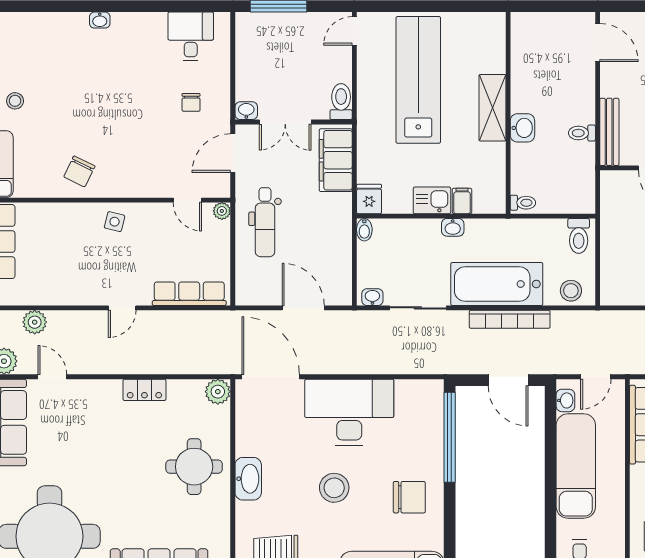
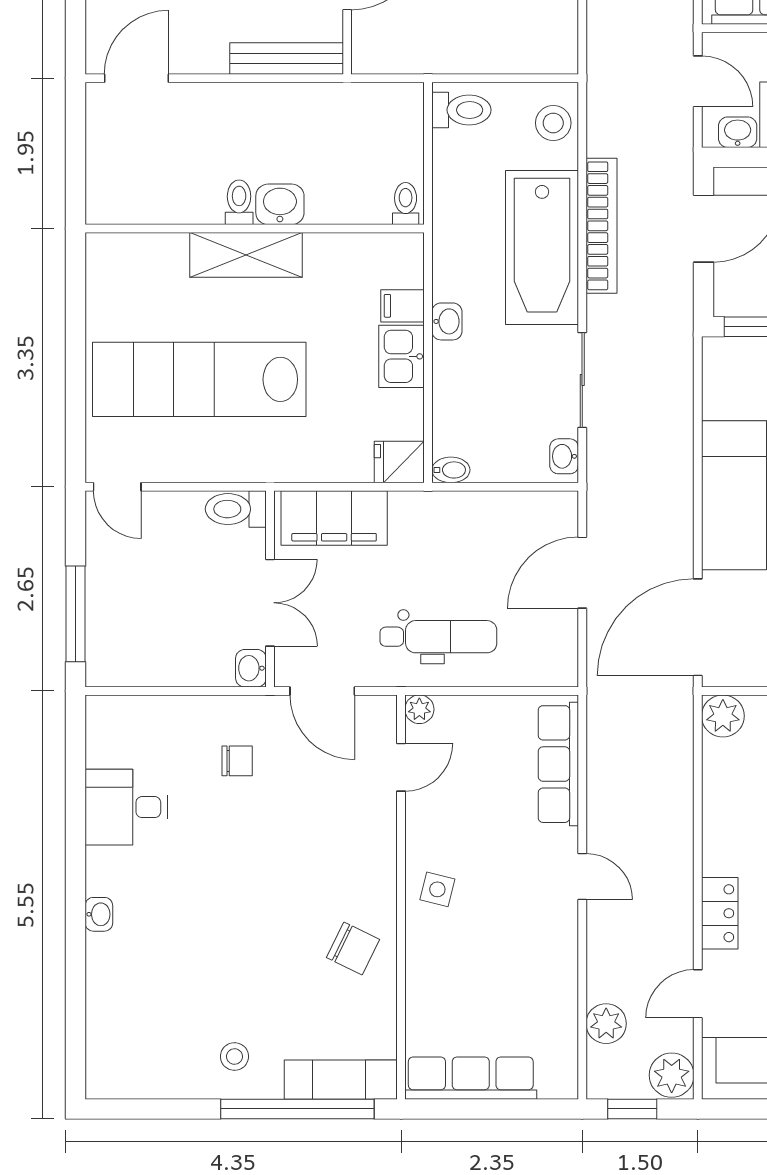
desk: (191, 36) -> (126, 807), moved
toilet: (582, 133) -> (239, 202), moved, turned 180
locker: (144, 390) -> (720, 913), moved

